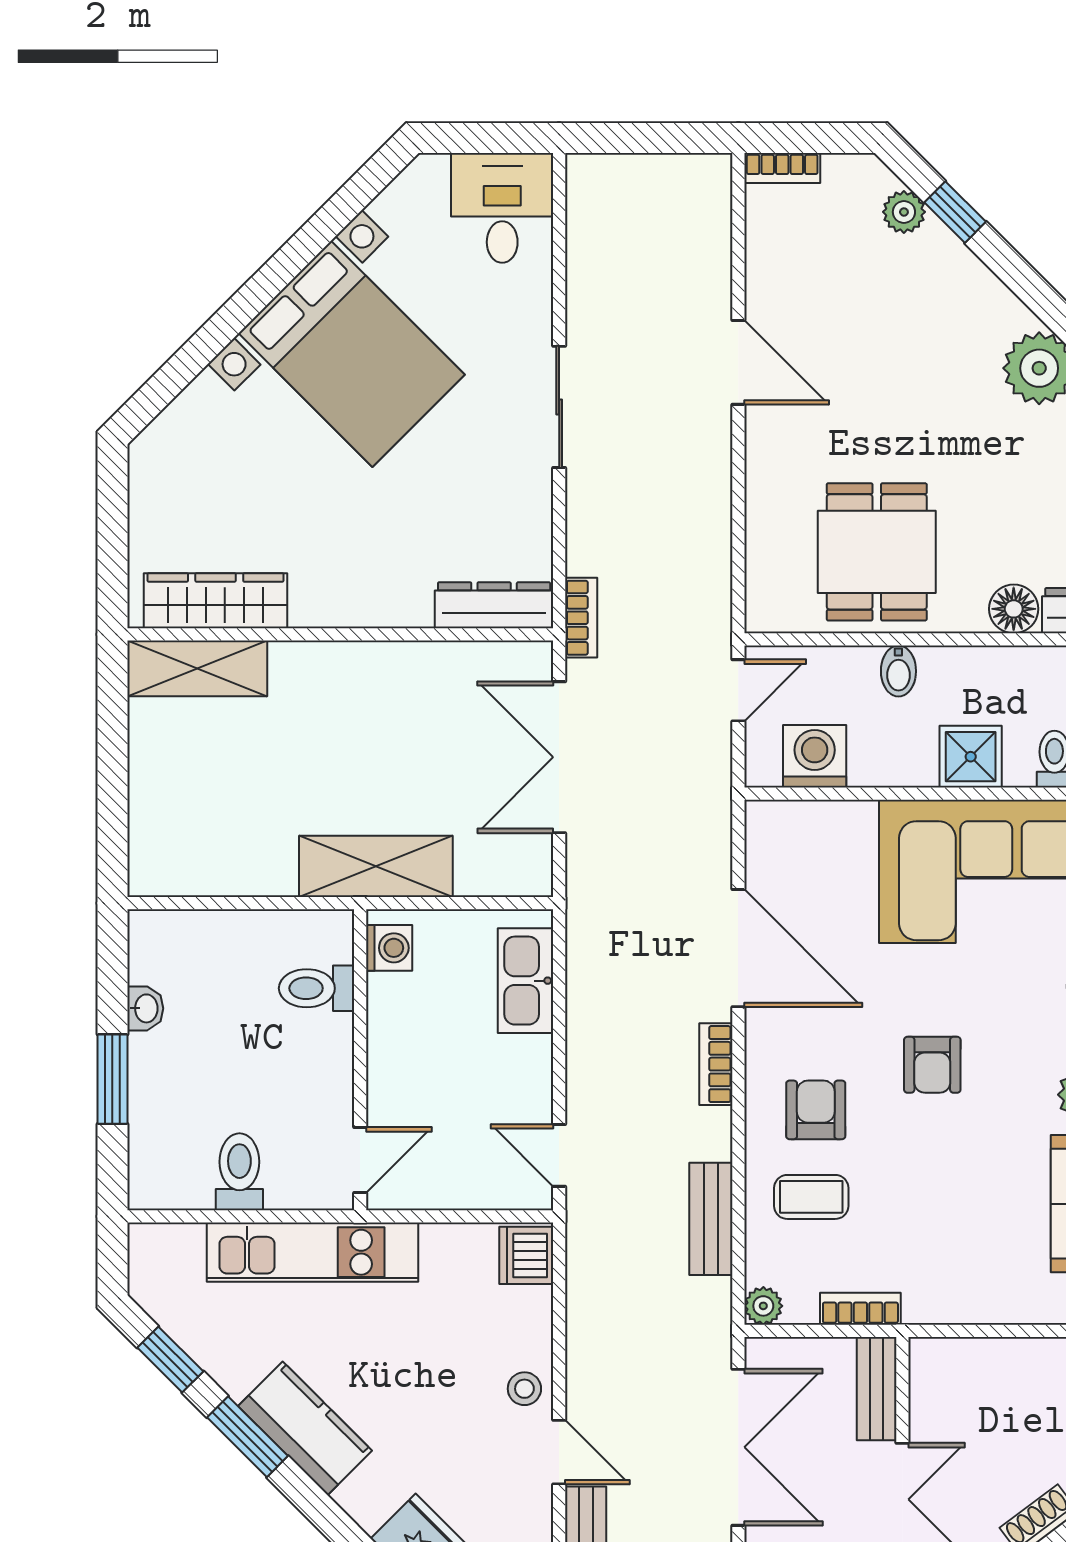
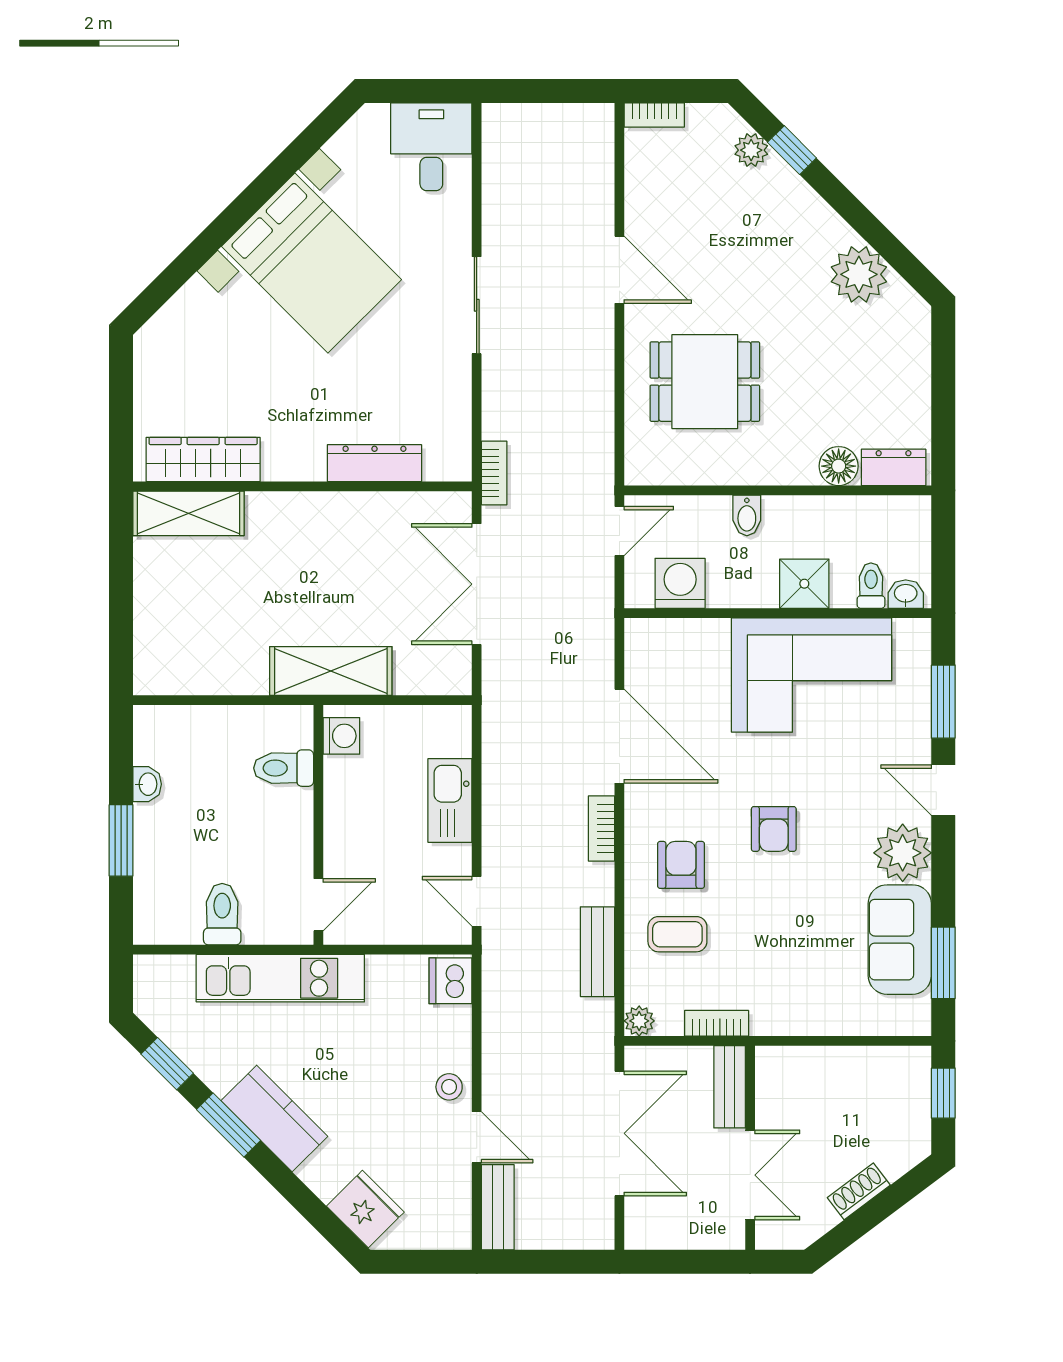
dining table: (877, 552) -> (705, 382), moved, turned 90
dresser: (494, 605) -> (374, 463), moved
kitchen sink: (526, 981) -> (450, 800), moved

